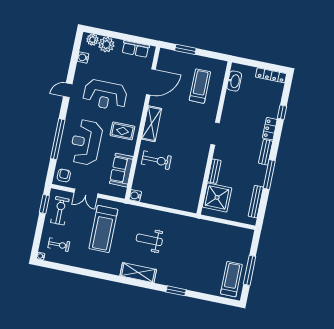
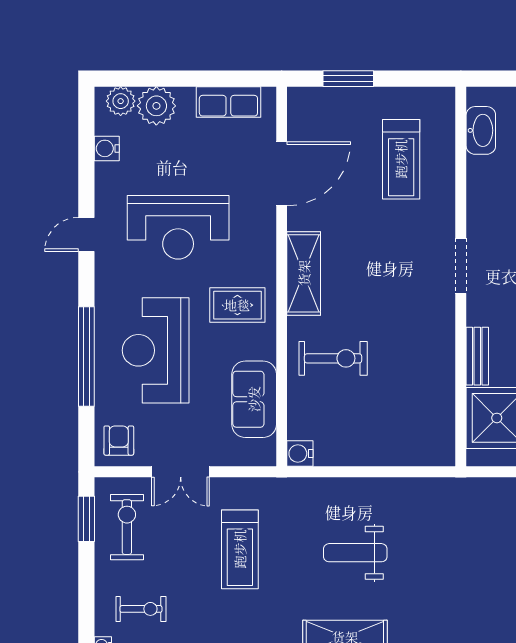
treadmill: (200, 86) -> (401, 159), turned 180
treadmill: (103, 229) -> (240, 549), width x0.73, depth x0.73

